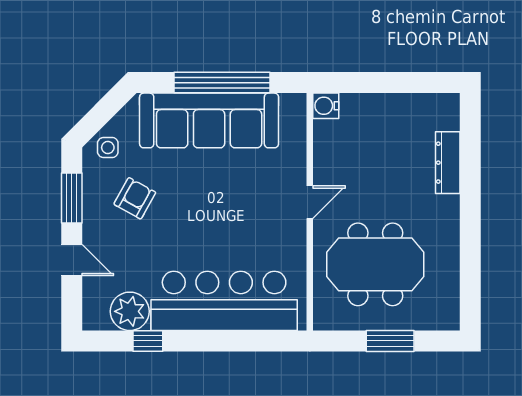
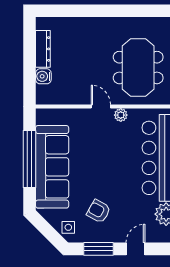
water cooler: (326, 106) -> (43, 76), moved, turned 90
dresser: (448, 163) -> (43, 49), moved, turned -90
plant: (296, 235) -> (121, 115), added

